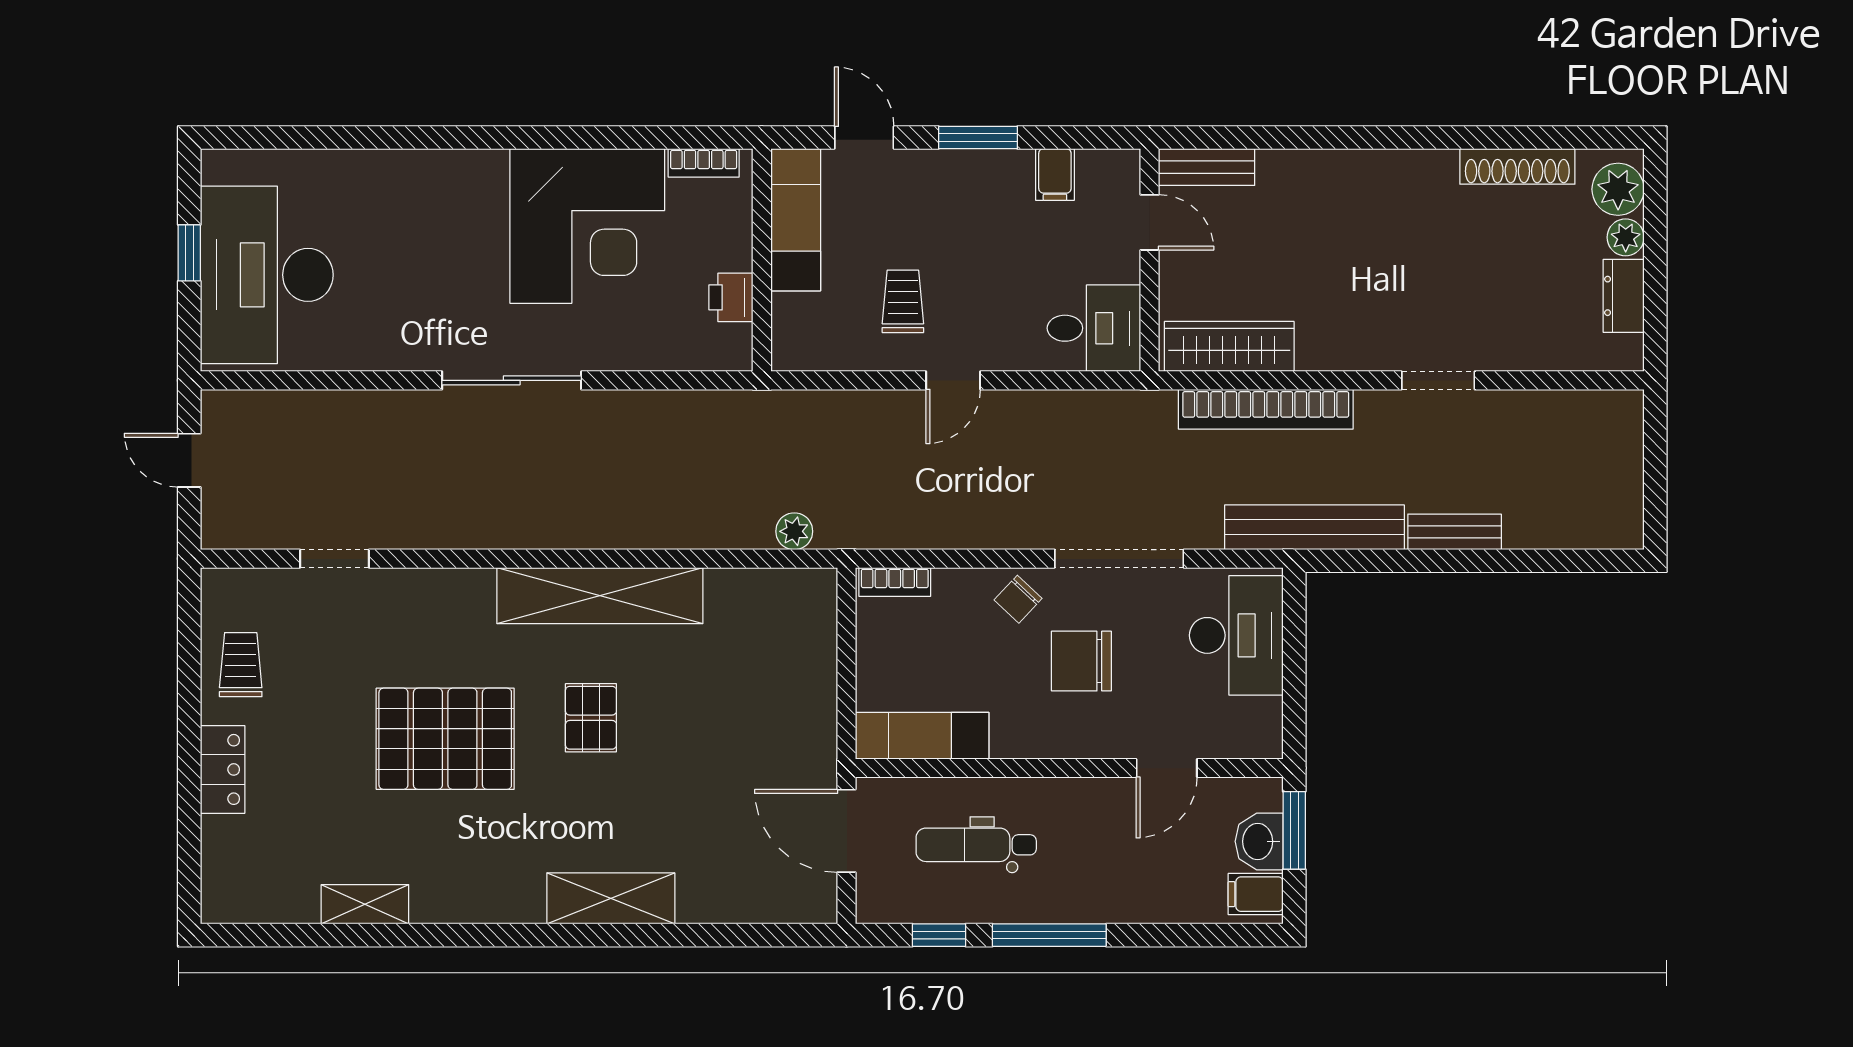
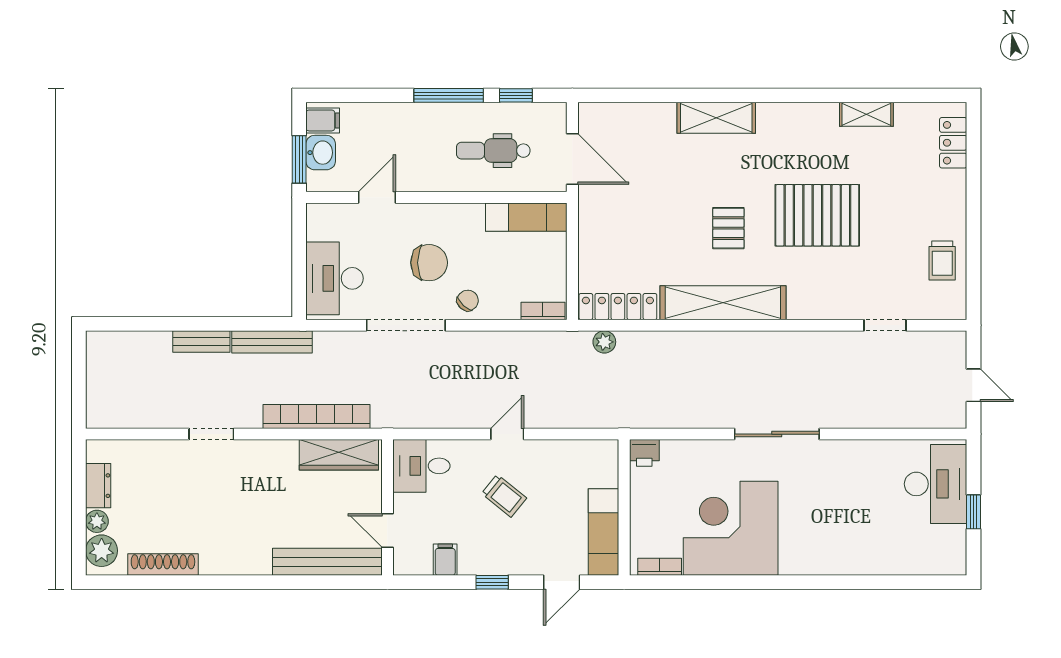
door: (864, 138) -> (562, 582), hinge flipped
window: (978, 138) -> (492, 582), width x0.67
bench: (1207, 167) -> (327, 562), width x1.86, depth x1.21
desk: (267, 275) -> (936, 484), width x0.73, depth x0.77
printer: (731, 297) -> (644, 453), moved, turned 90
trolley: (903, 301) -> (504, 496), moved, turned -51
bench: (1314, 527) -> (272, 342), width x0.73, depth x0.82
locker: (772, 589) -> (618, 307), added
locker: (223, 769) -> (953, 143), moved
dental chair: (976, 845) -> (493, 151), turned 180

